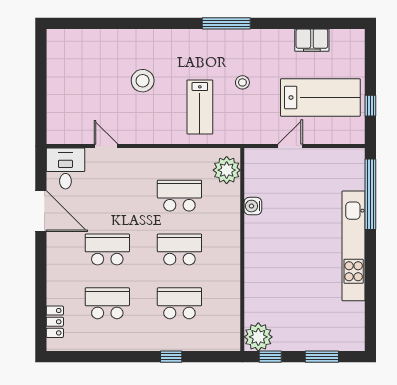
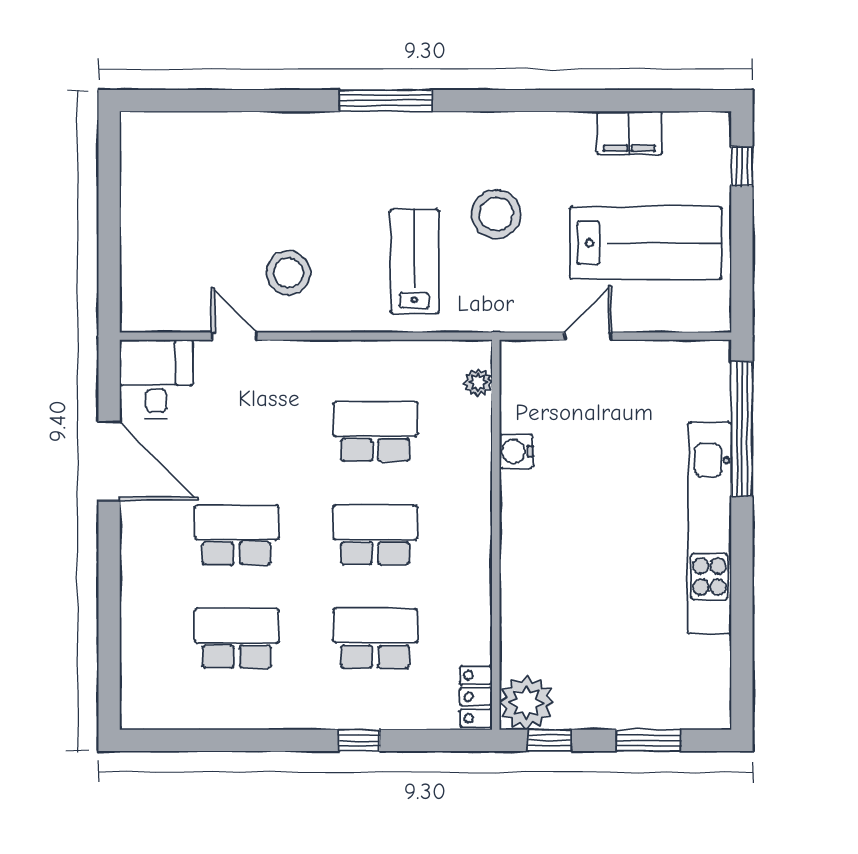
window: (226, 23) -> (386, 101), moved
stool: (143, 81) -> (288, 273), moved
stool: (242, 82) -> (496, 214), width x1.89, depth x1.89
window: (370, 106) -> (742, 166), moved
lab bench: (200, 107) -> (414, 261), turned 180
plant: (227, 170) -> (478, 382), width x0.53, depth x0.53
locker: (55, 322) -> (476, 697), moved, turned 180

